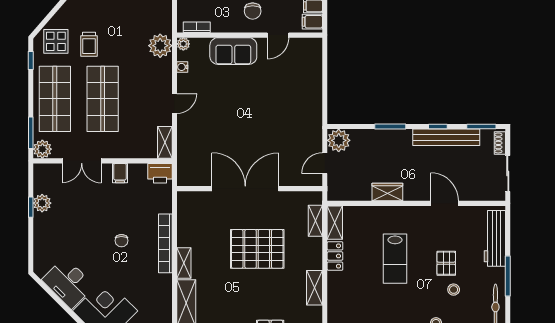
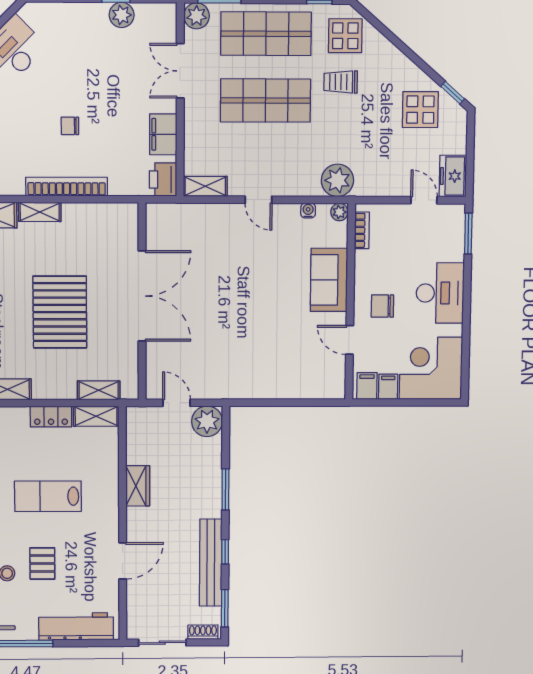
filing cabinet: (120, 173) -> (163, 134), width x2.00
pallet: (446, 263) -> (42, 563), turned 90

